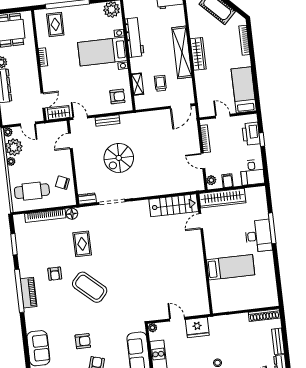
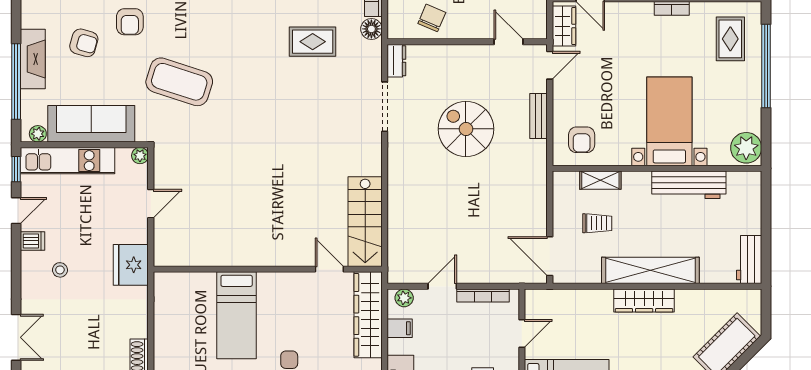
rug: (55, 24) -> (730, 39), turned 90
coffee table: (90, 287) -> (179, 82), moved, turned 66
fridge: (197, 327) -> (131, 265), moved

